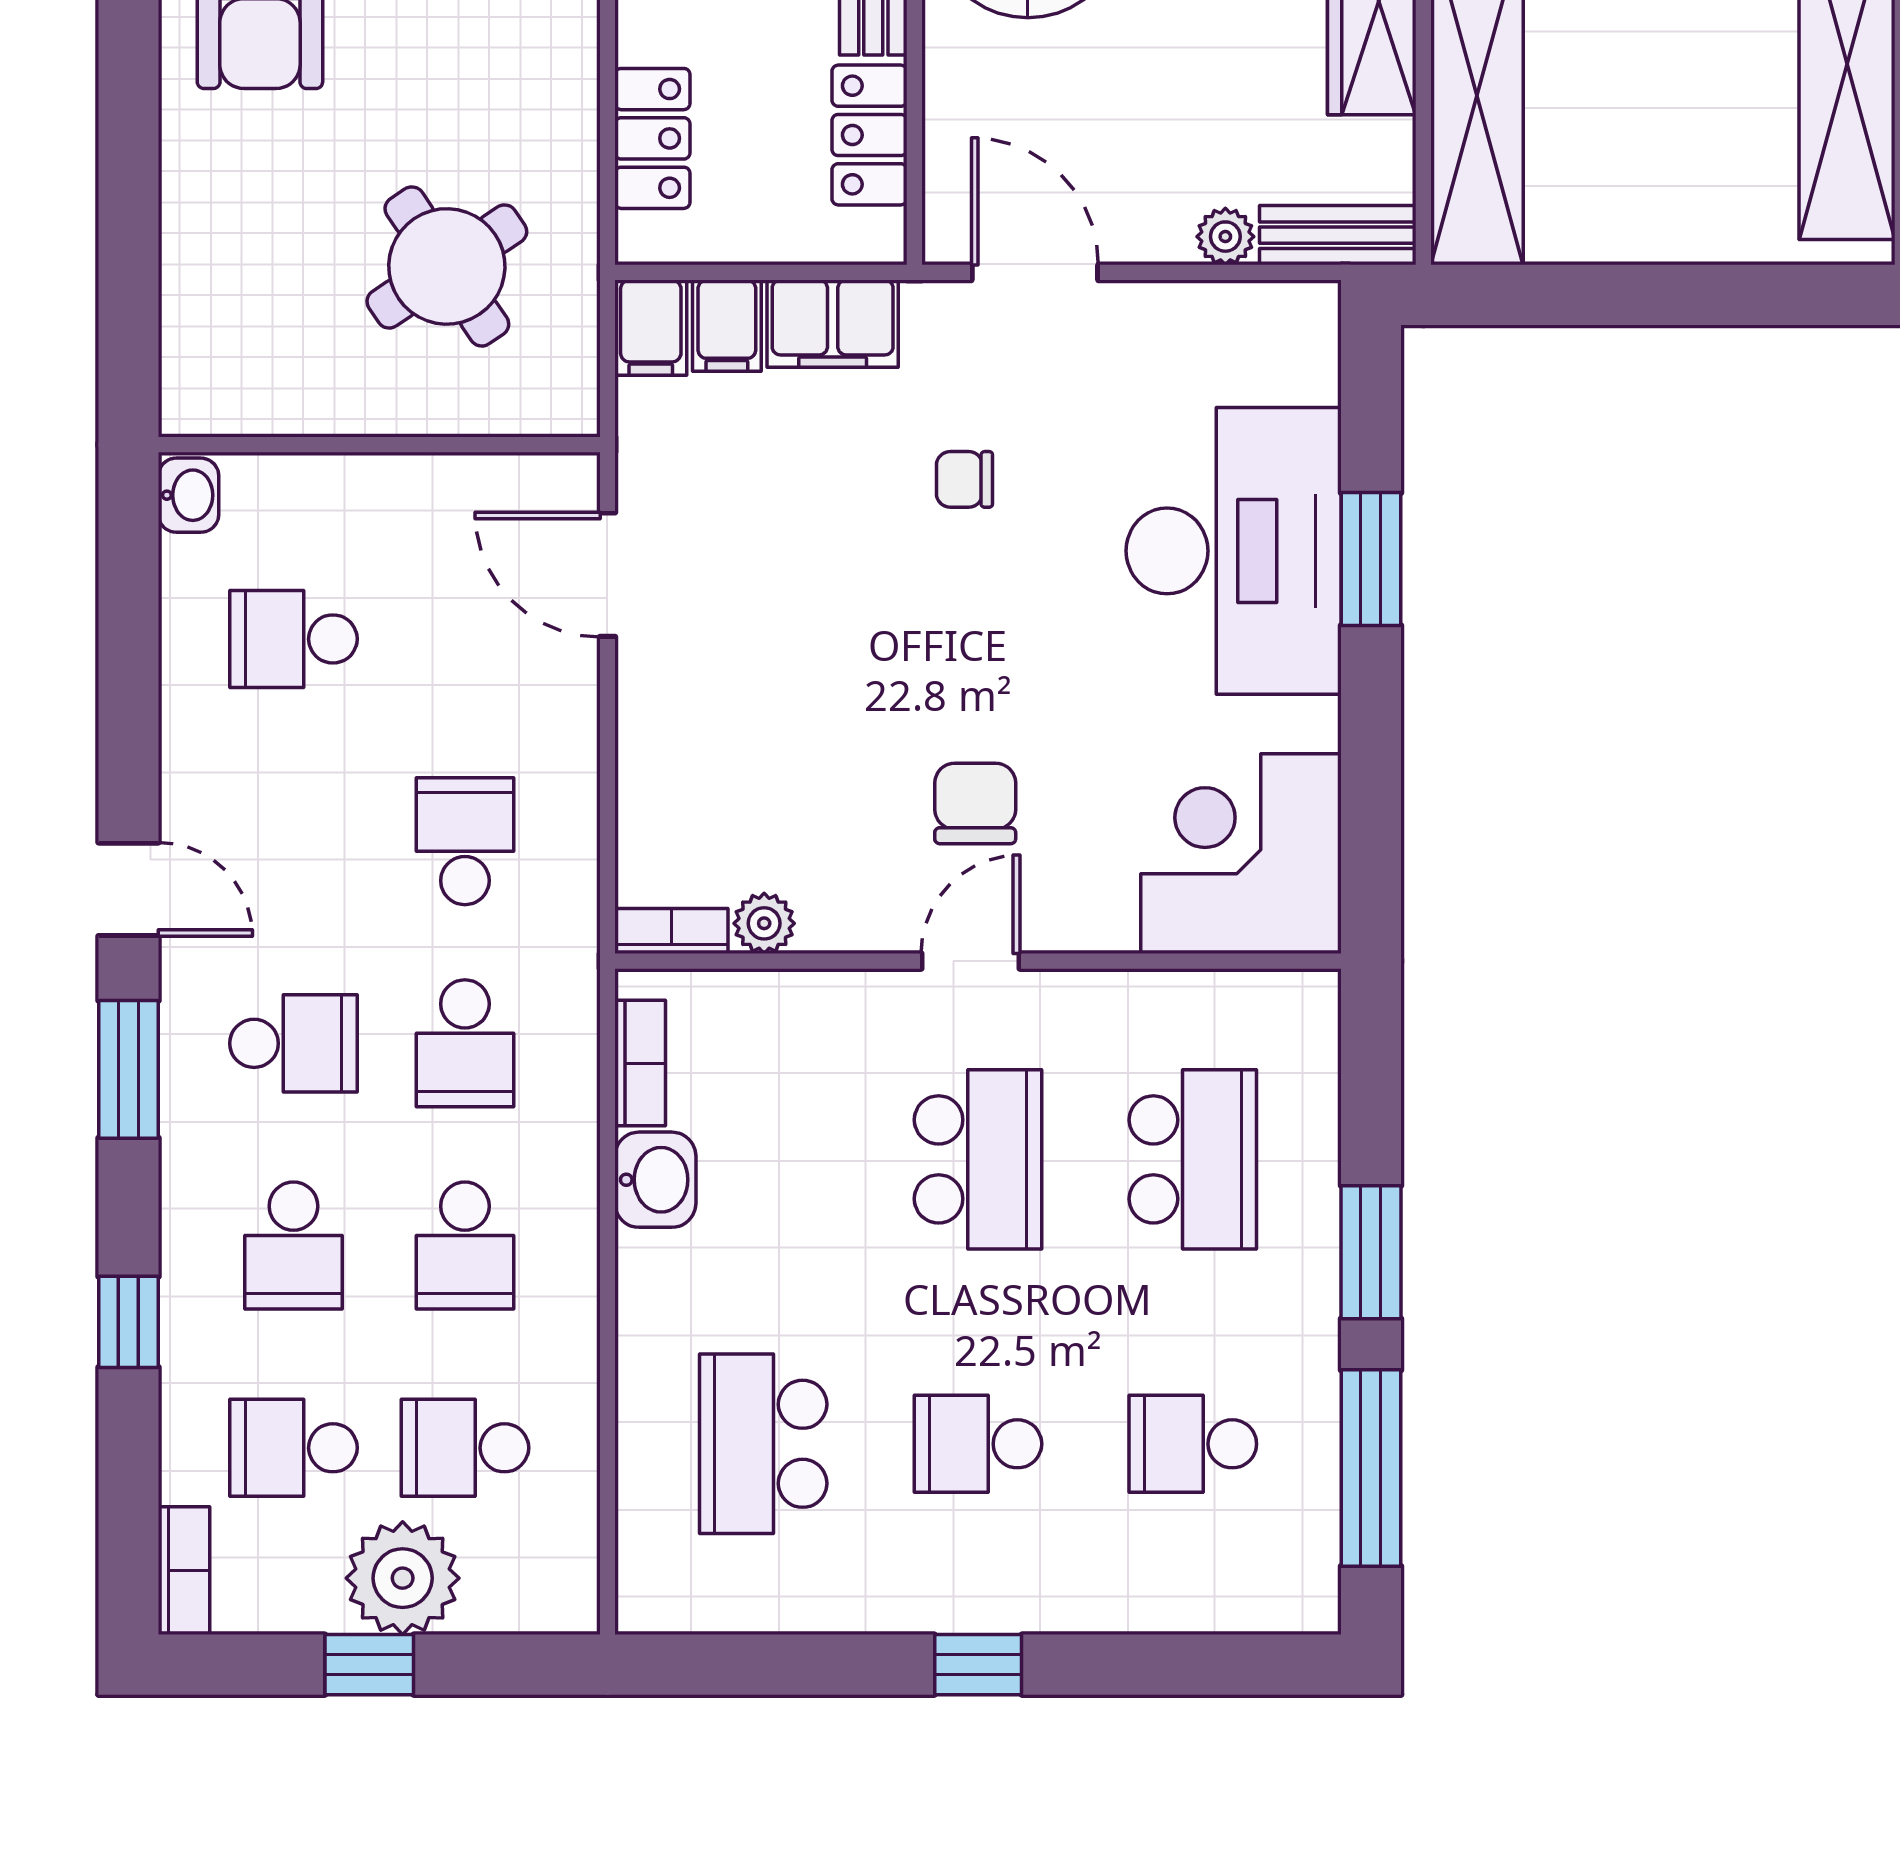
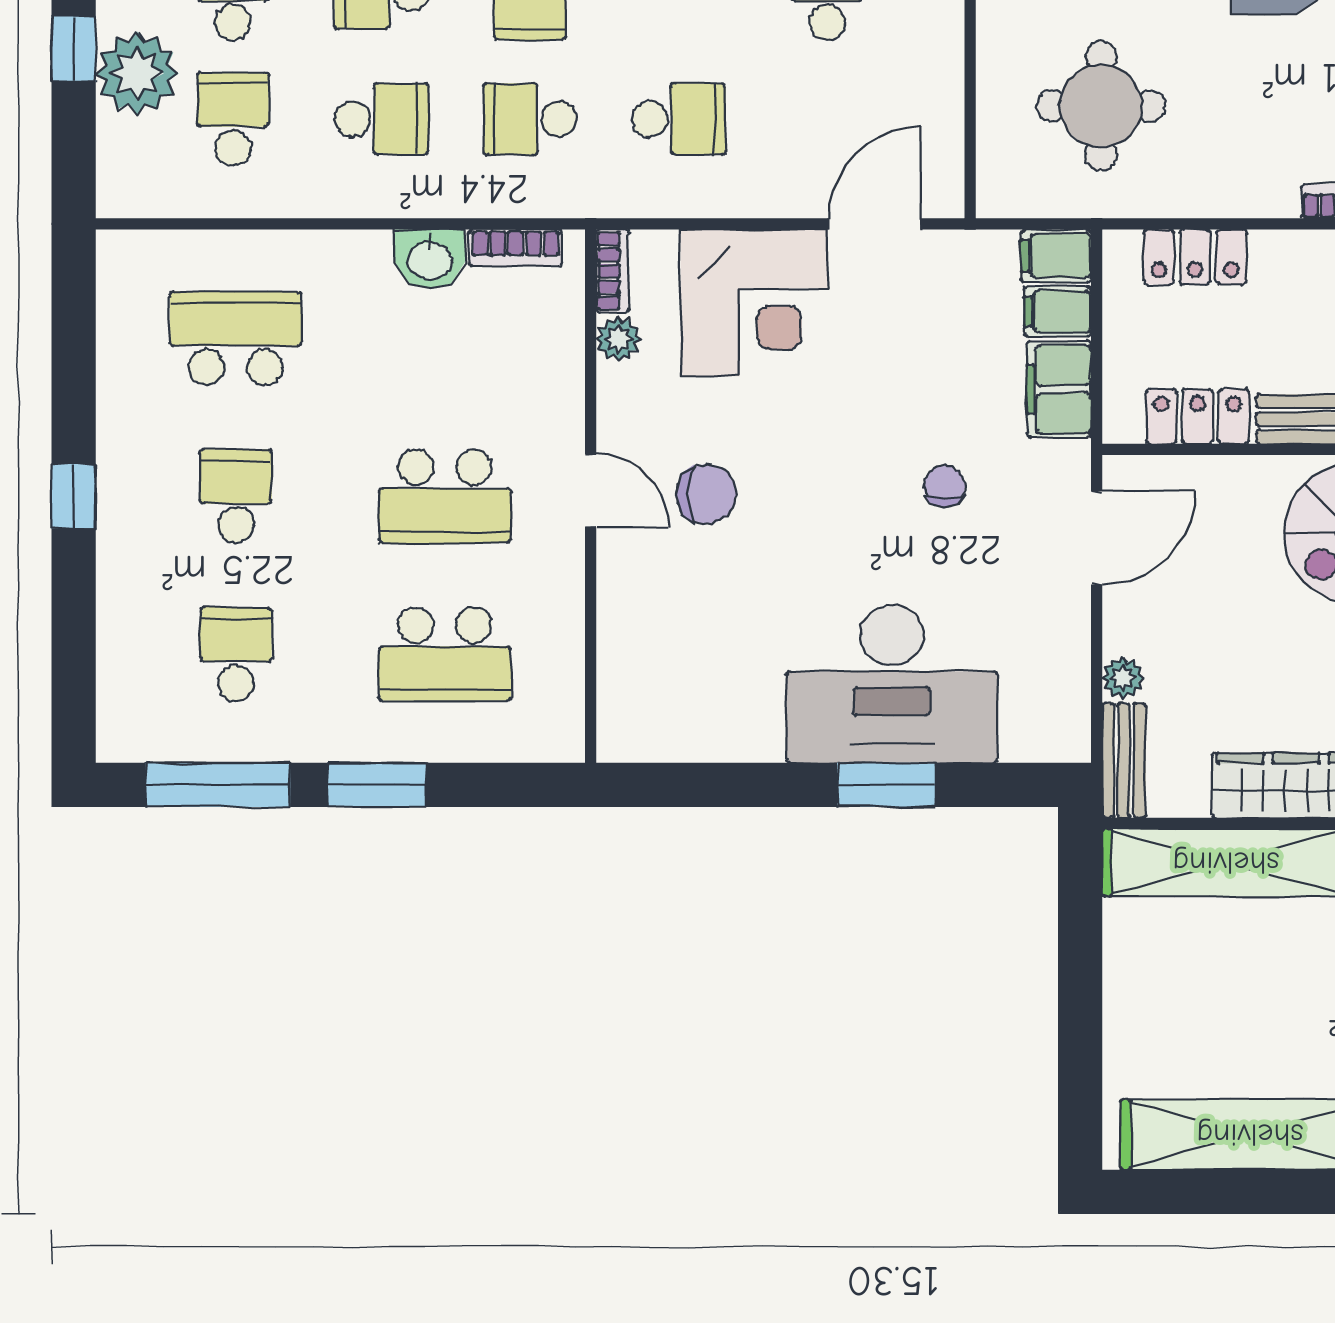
round table: (447, 266) -> (1101, 106), turned 34
corner desk: (1241, 854) -> (754, 303), moved, turned 90
school desk: (465, 1246) -> (381, 119), turned 180

